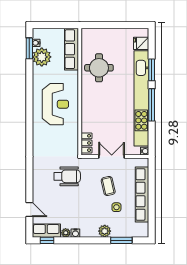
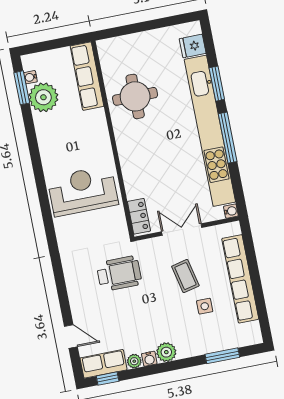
reception desk: (55, 104) -> (83, 191), moved, turned -90
plant: (105, 231) -> (166, 352), moved

